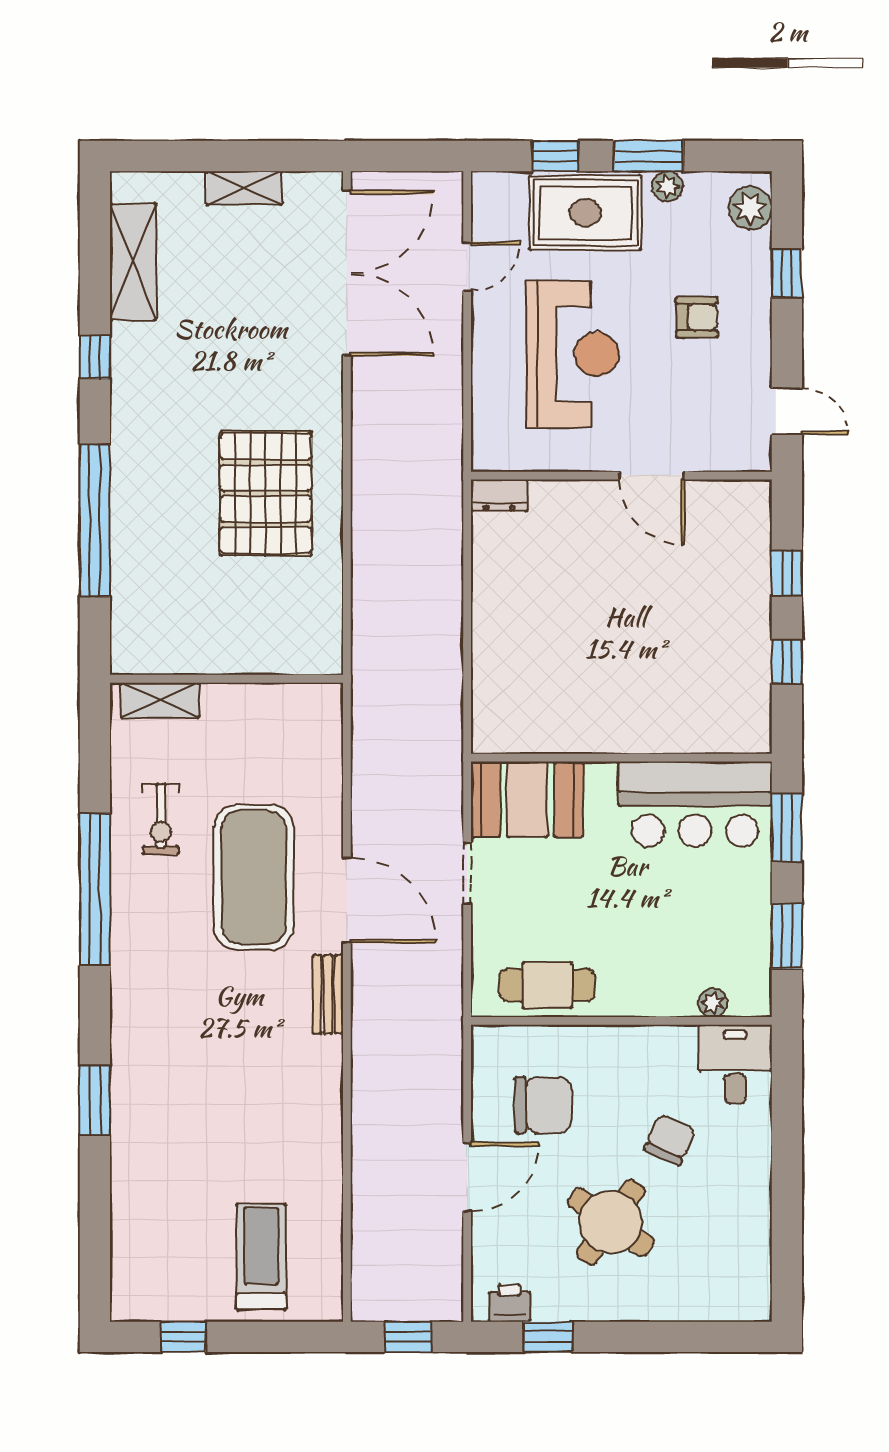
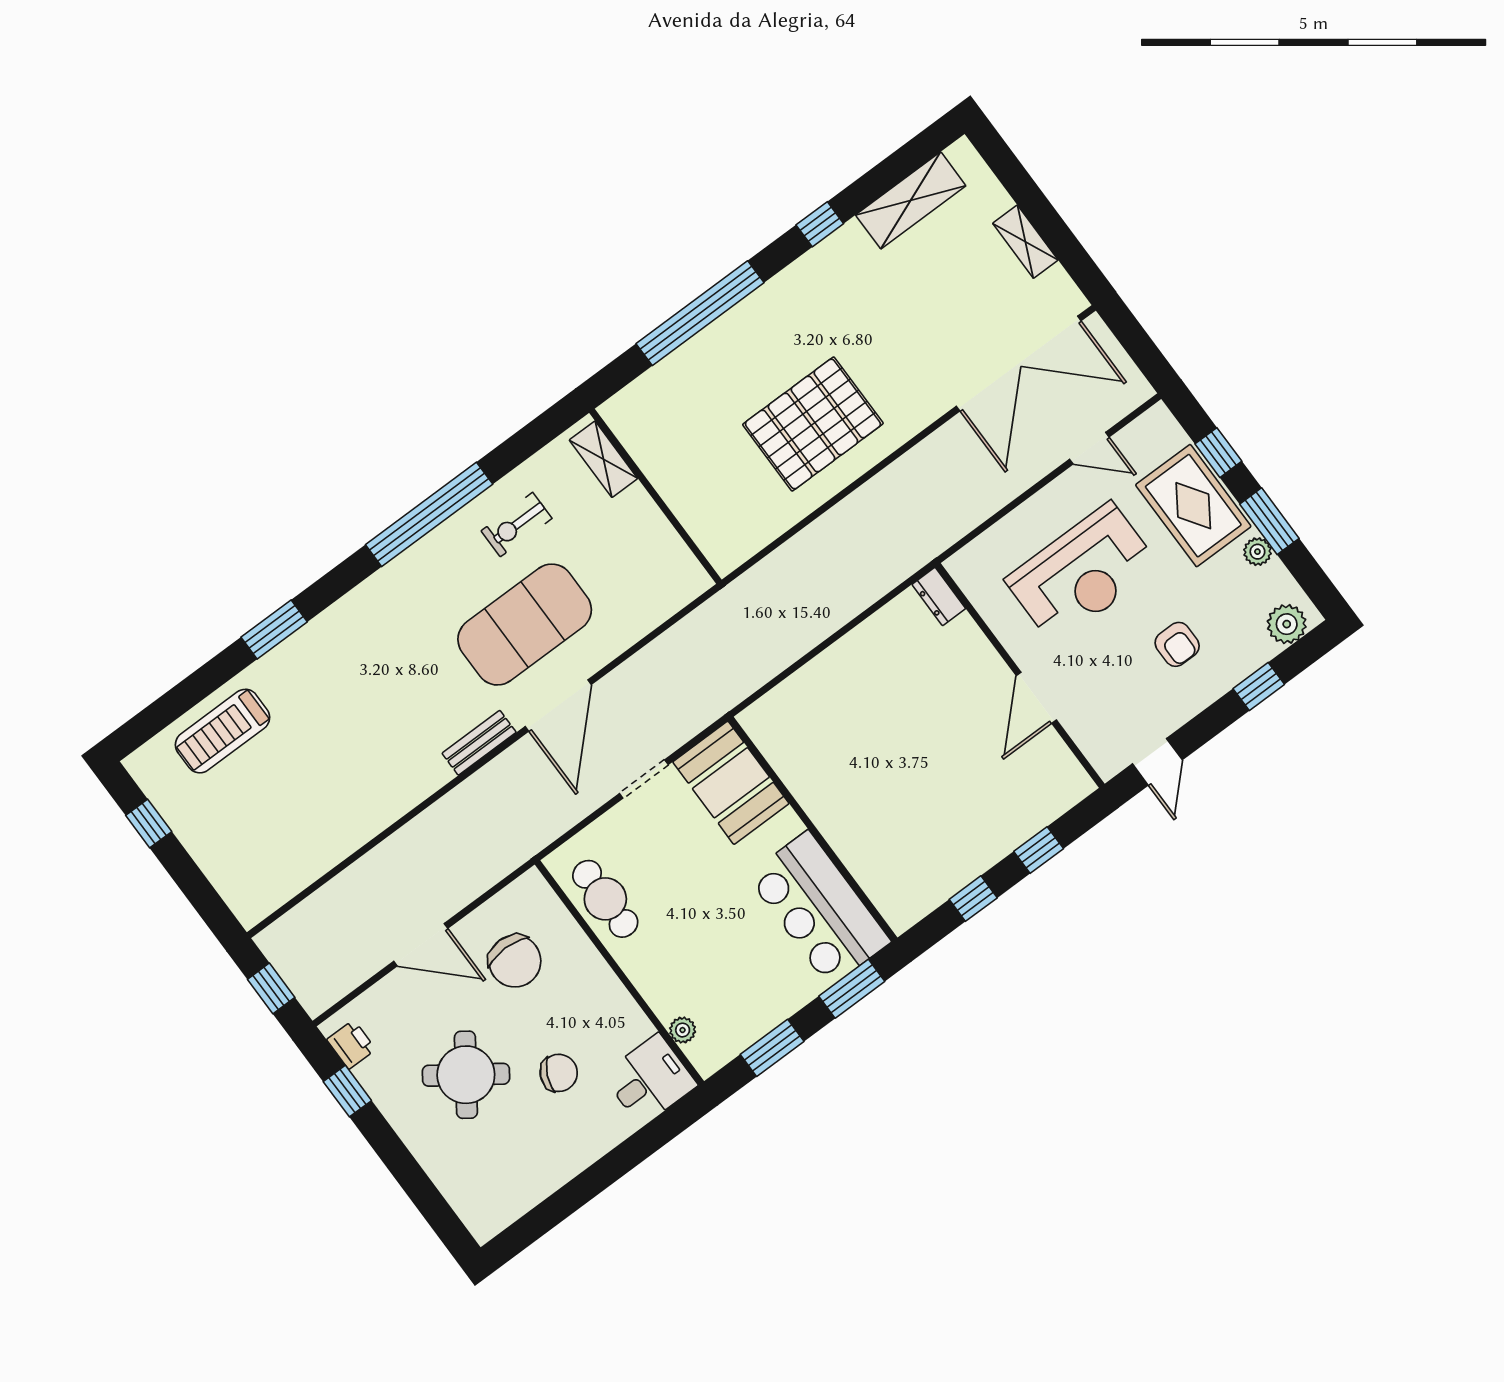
treadmill: (261, 1257) -> (223, 731), moved, turned 180

